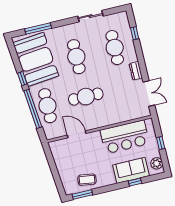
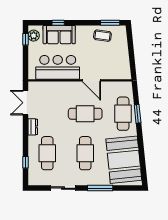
window: (38, 28) -> (100, 188), moved
window: (22, 79) -> (141, 145), removed
window: (33, 109) -> (138, 114), width x0.47
door: (77, 134) -> (91, 80), moved
window: (161, 143) -> (25, 39), moved

